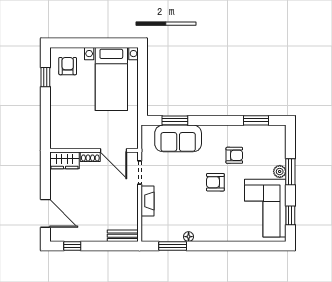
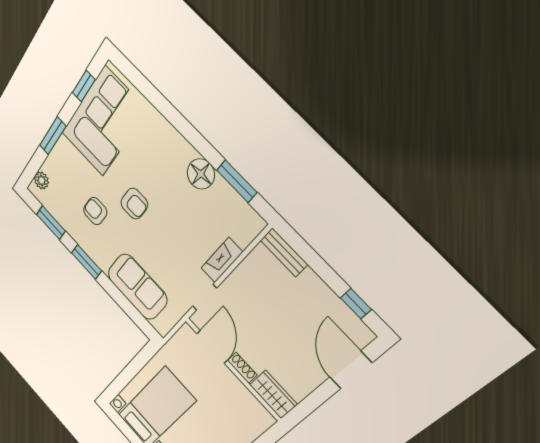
window: (175, 120) -> (87, 262), moved
plant: (280, 172) -> (42, 180), moved
floor lamp: (189, 237) -> (201, 174), width x1.89, depth x1.89

